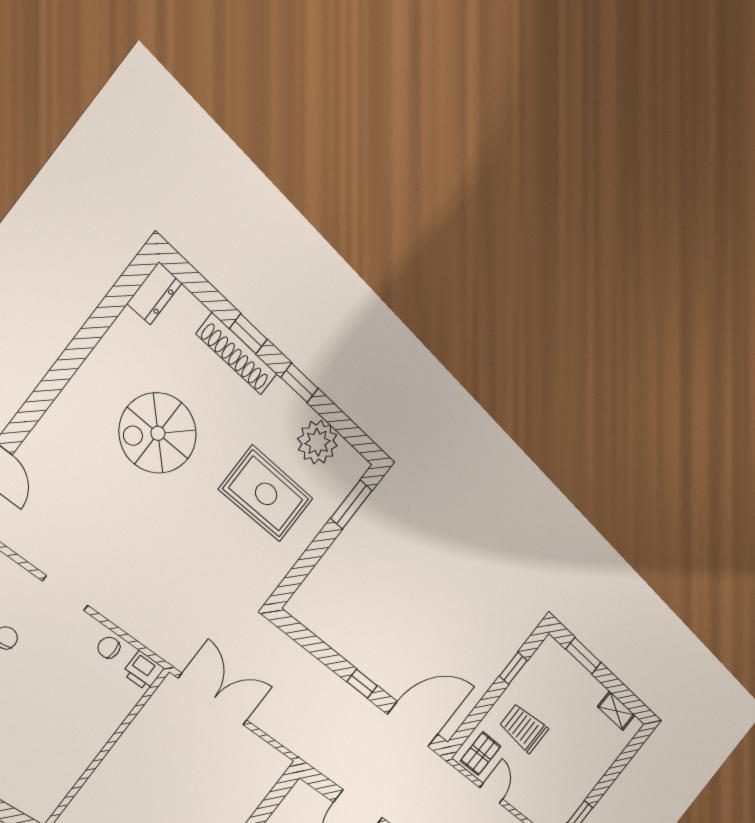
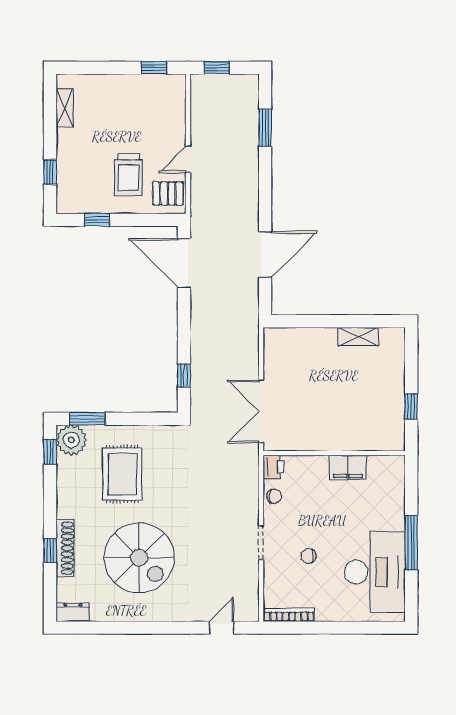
window: (299, 383) -> (50, 452), moved
spiral stairs: (158, 433) -> (139, 558), width x1.37, depth x1.37
plant: (318, 442) -> (71, 440), moved
chair: (109, 648) -> (274, 496), turned -90
window: (583, 656) -> (50, 172), width x0.67
window: (362, 684) -> (184, 375), moved
filing cabinet: (78, 753) -> (348, 467), added

